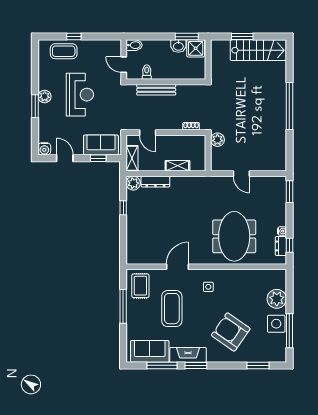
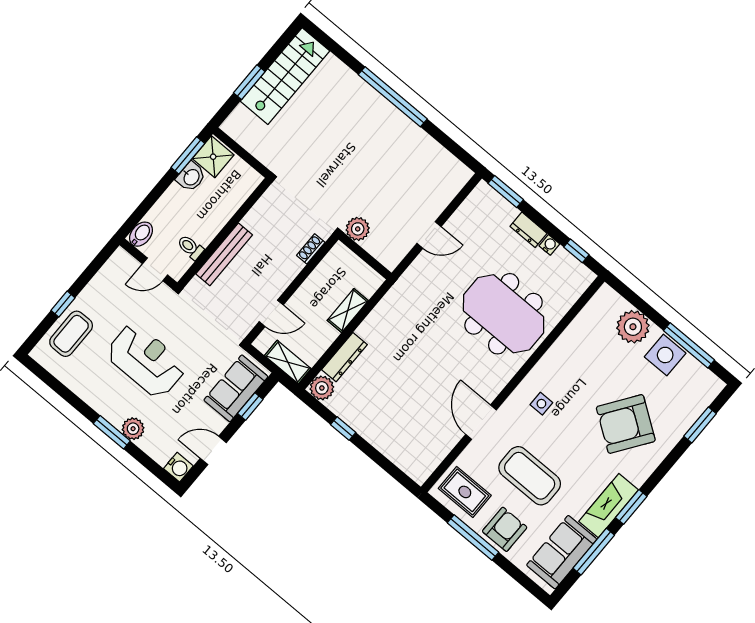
plant: (45, 96) -> (133, 429), moved
dresser: (281, 246) -> (528, 230), moved
armchair: (139, 317) -> (505, 529), added

